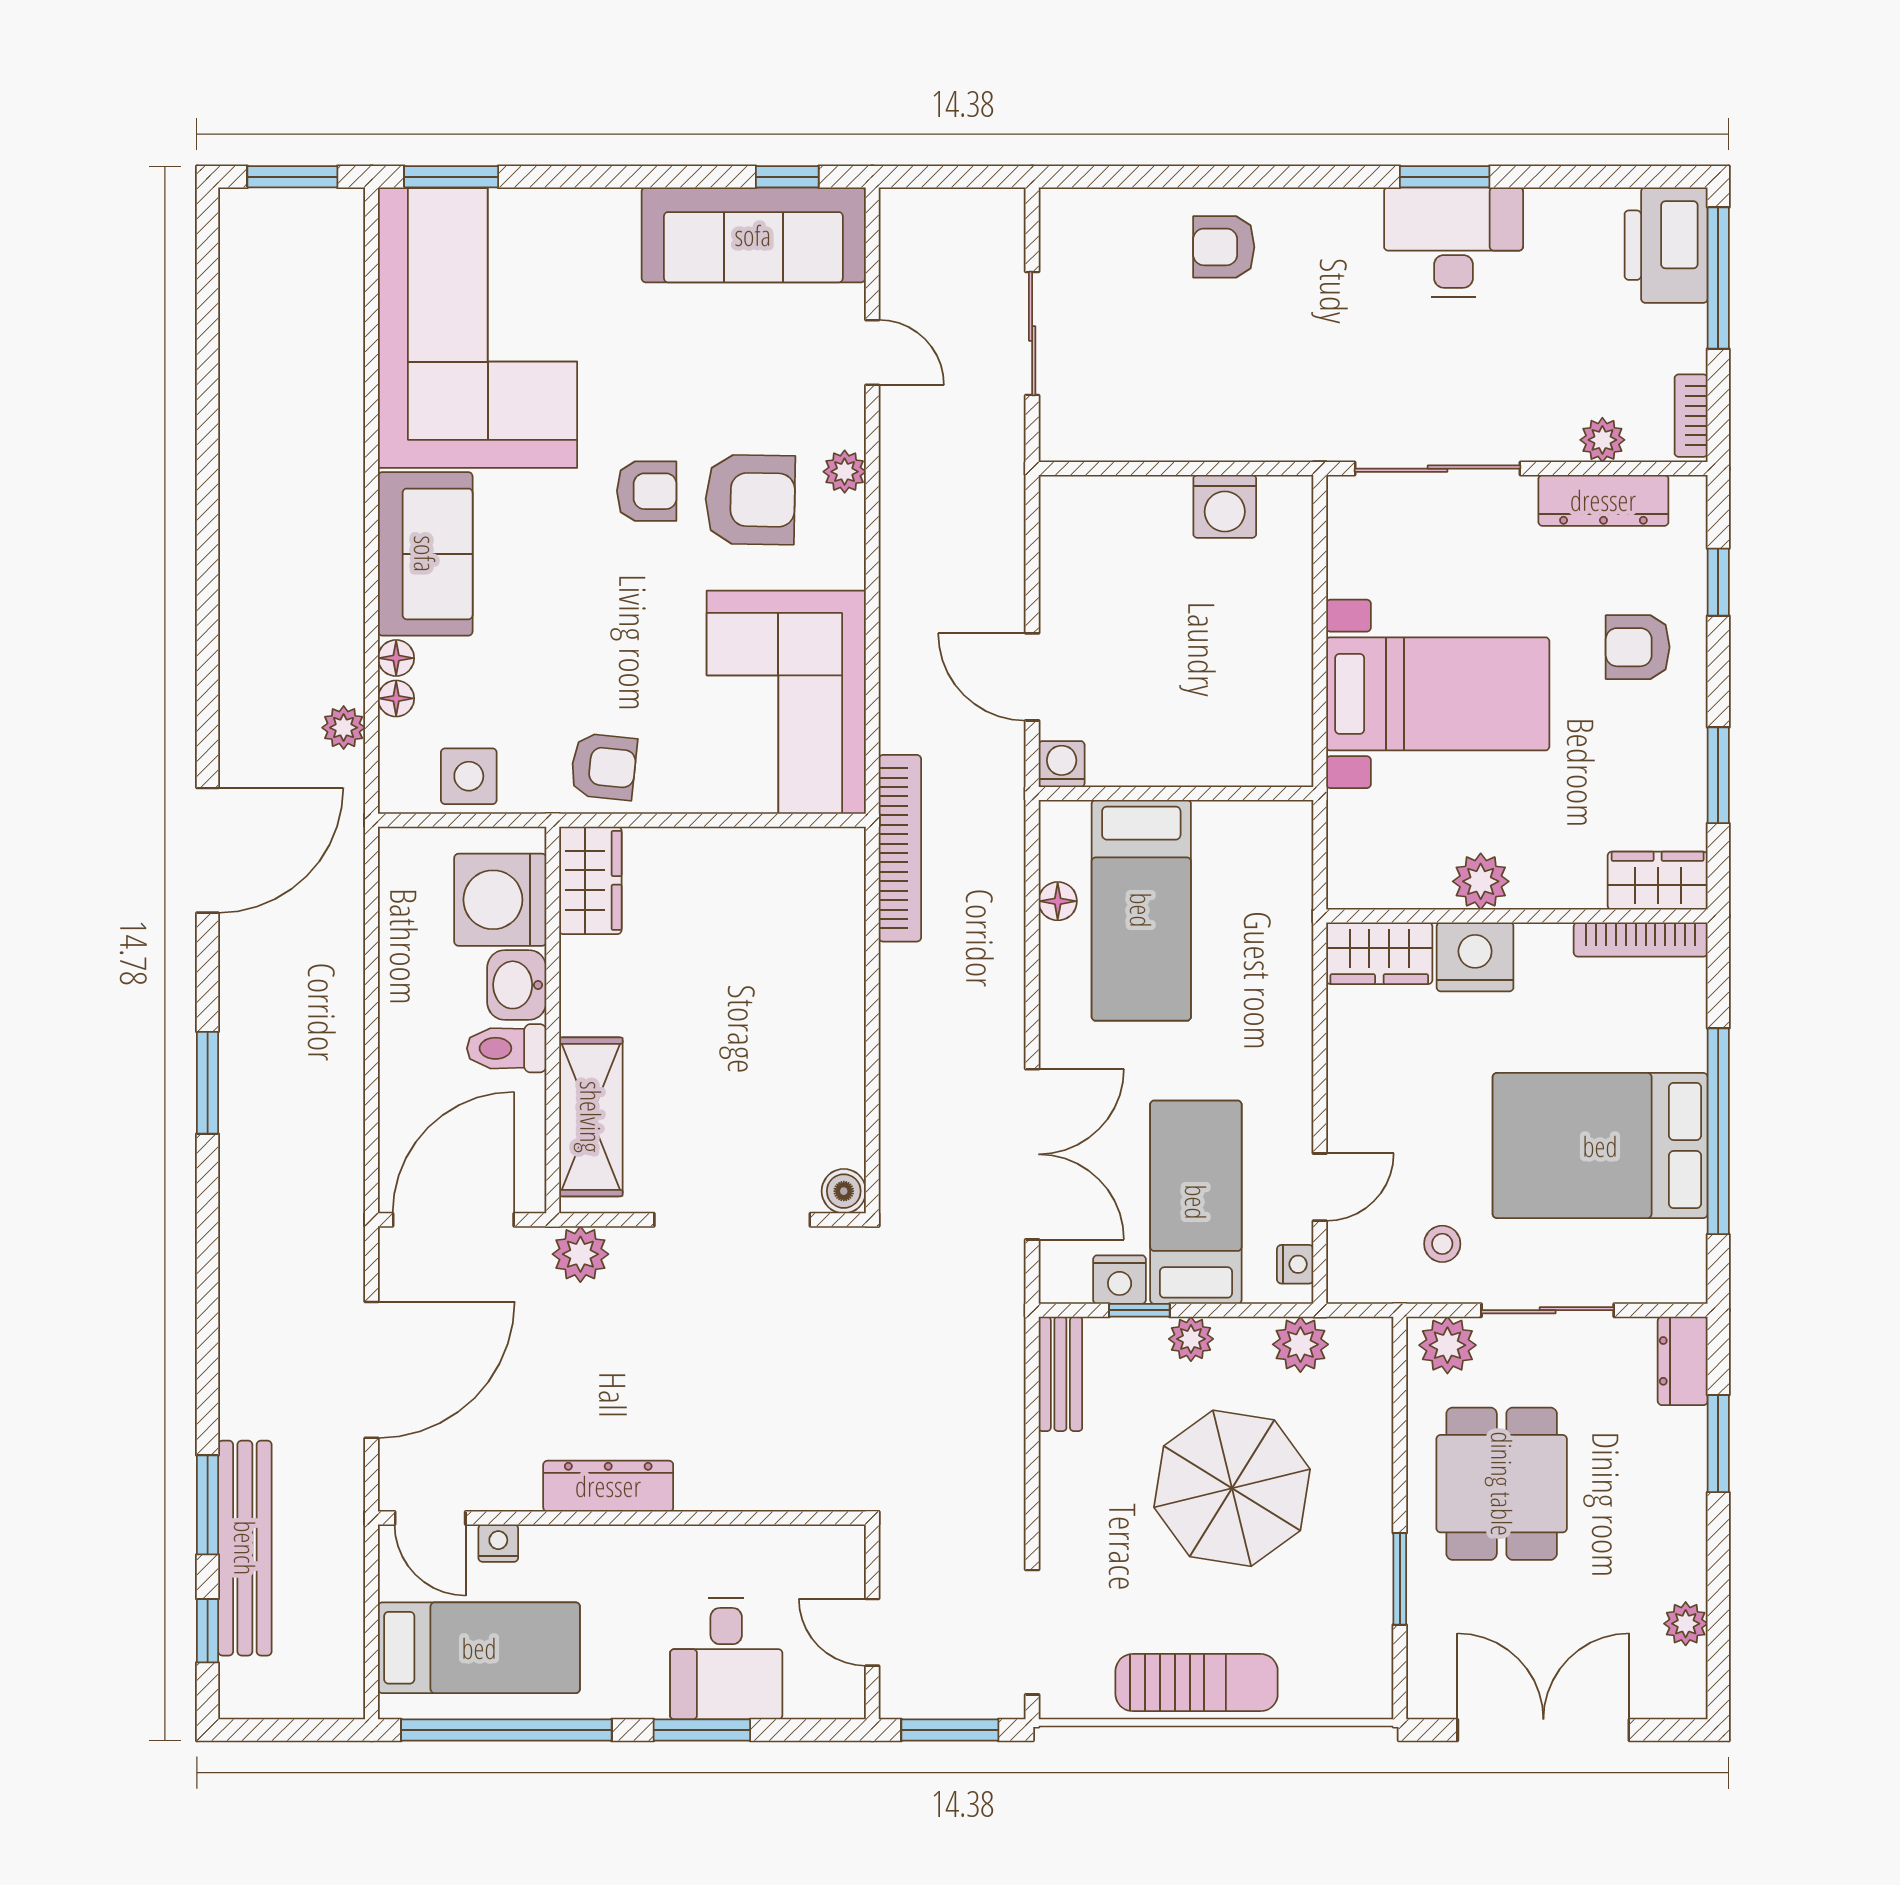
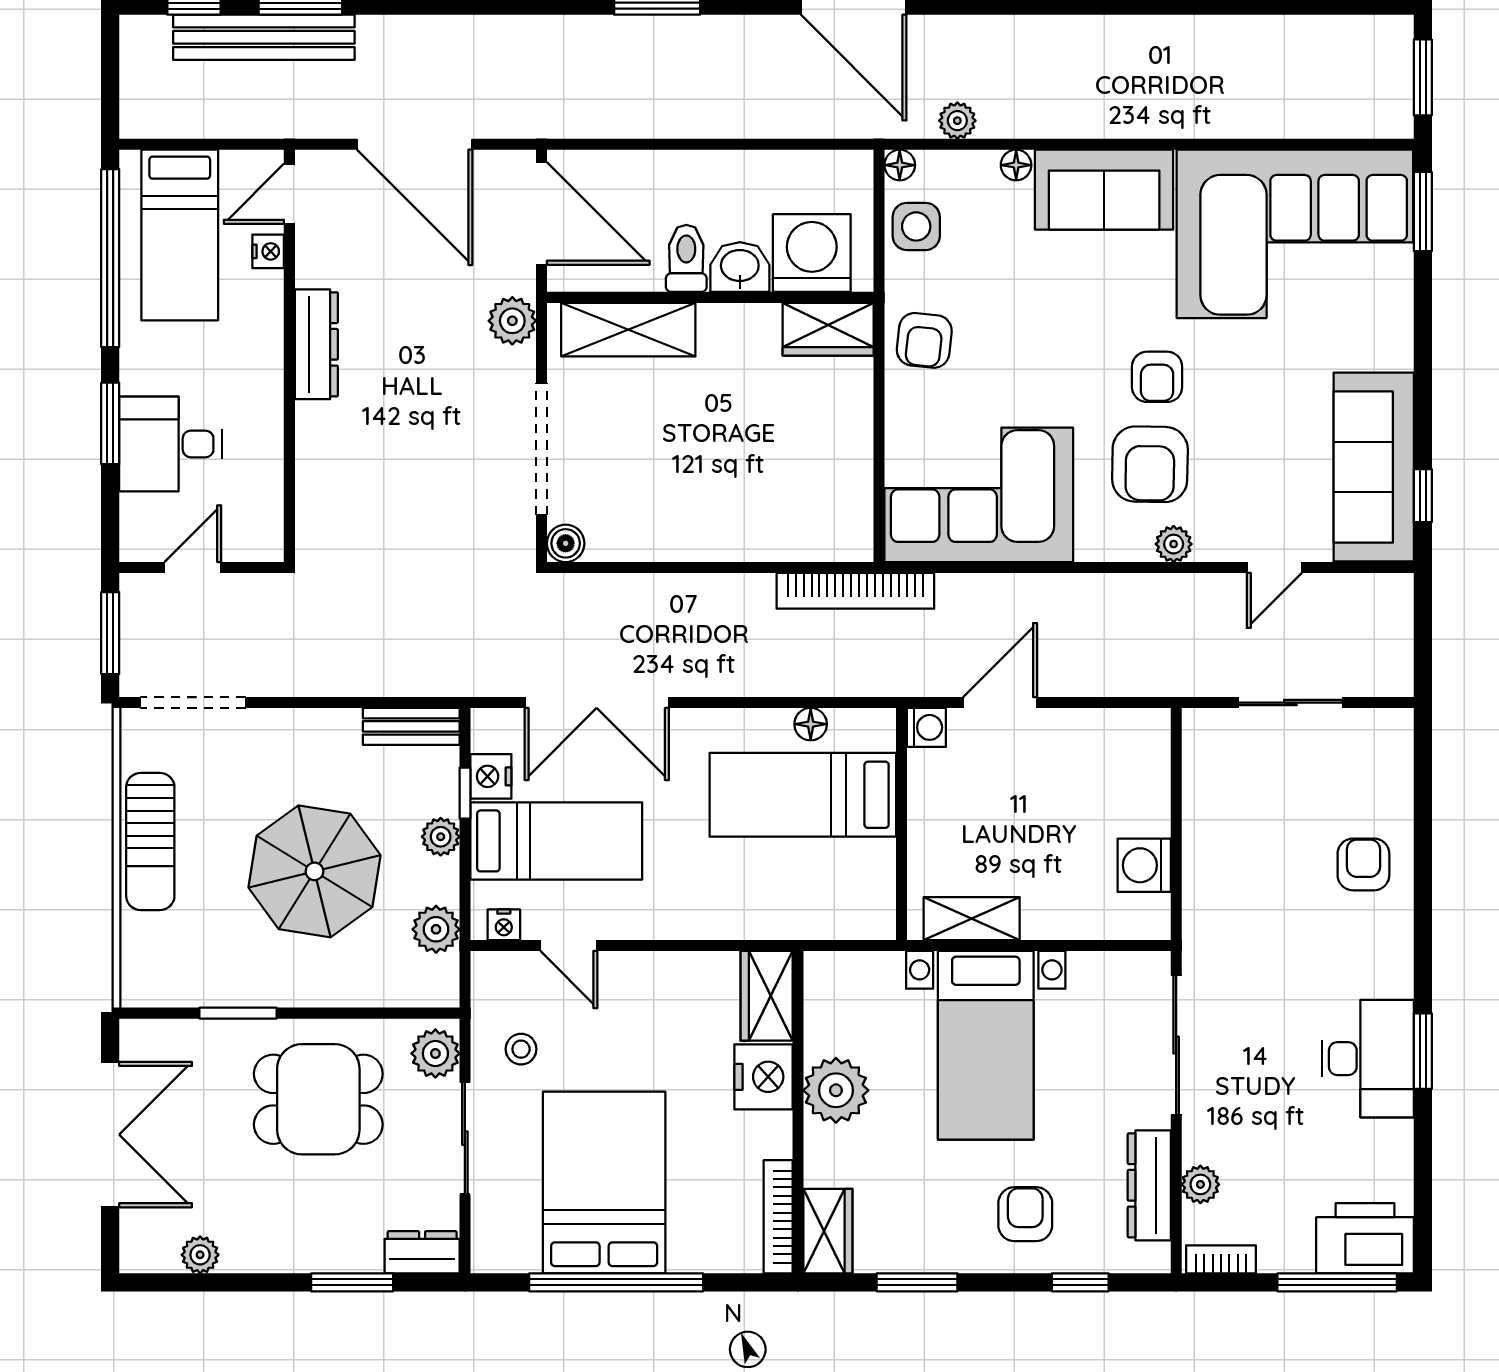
floor lamp: (396, 698) -> (900, 165), moved
shelving: (1288, 711) -> (972, 919), added
plant: (1481, 881) -> (836, 1090), width x1.36, depth x1.36

